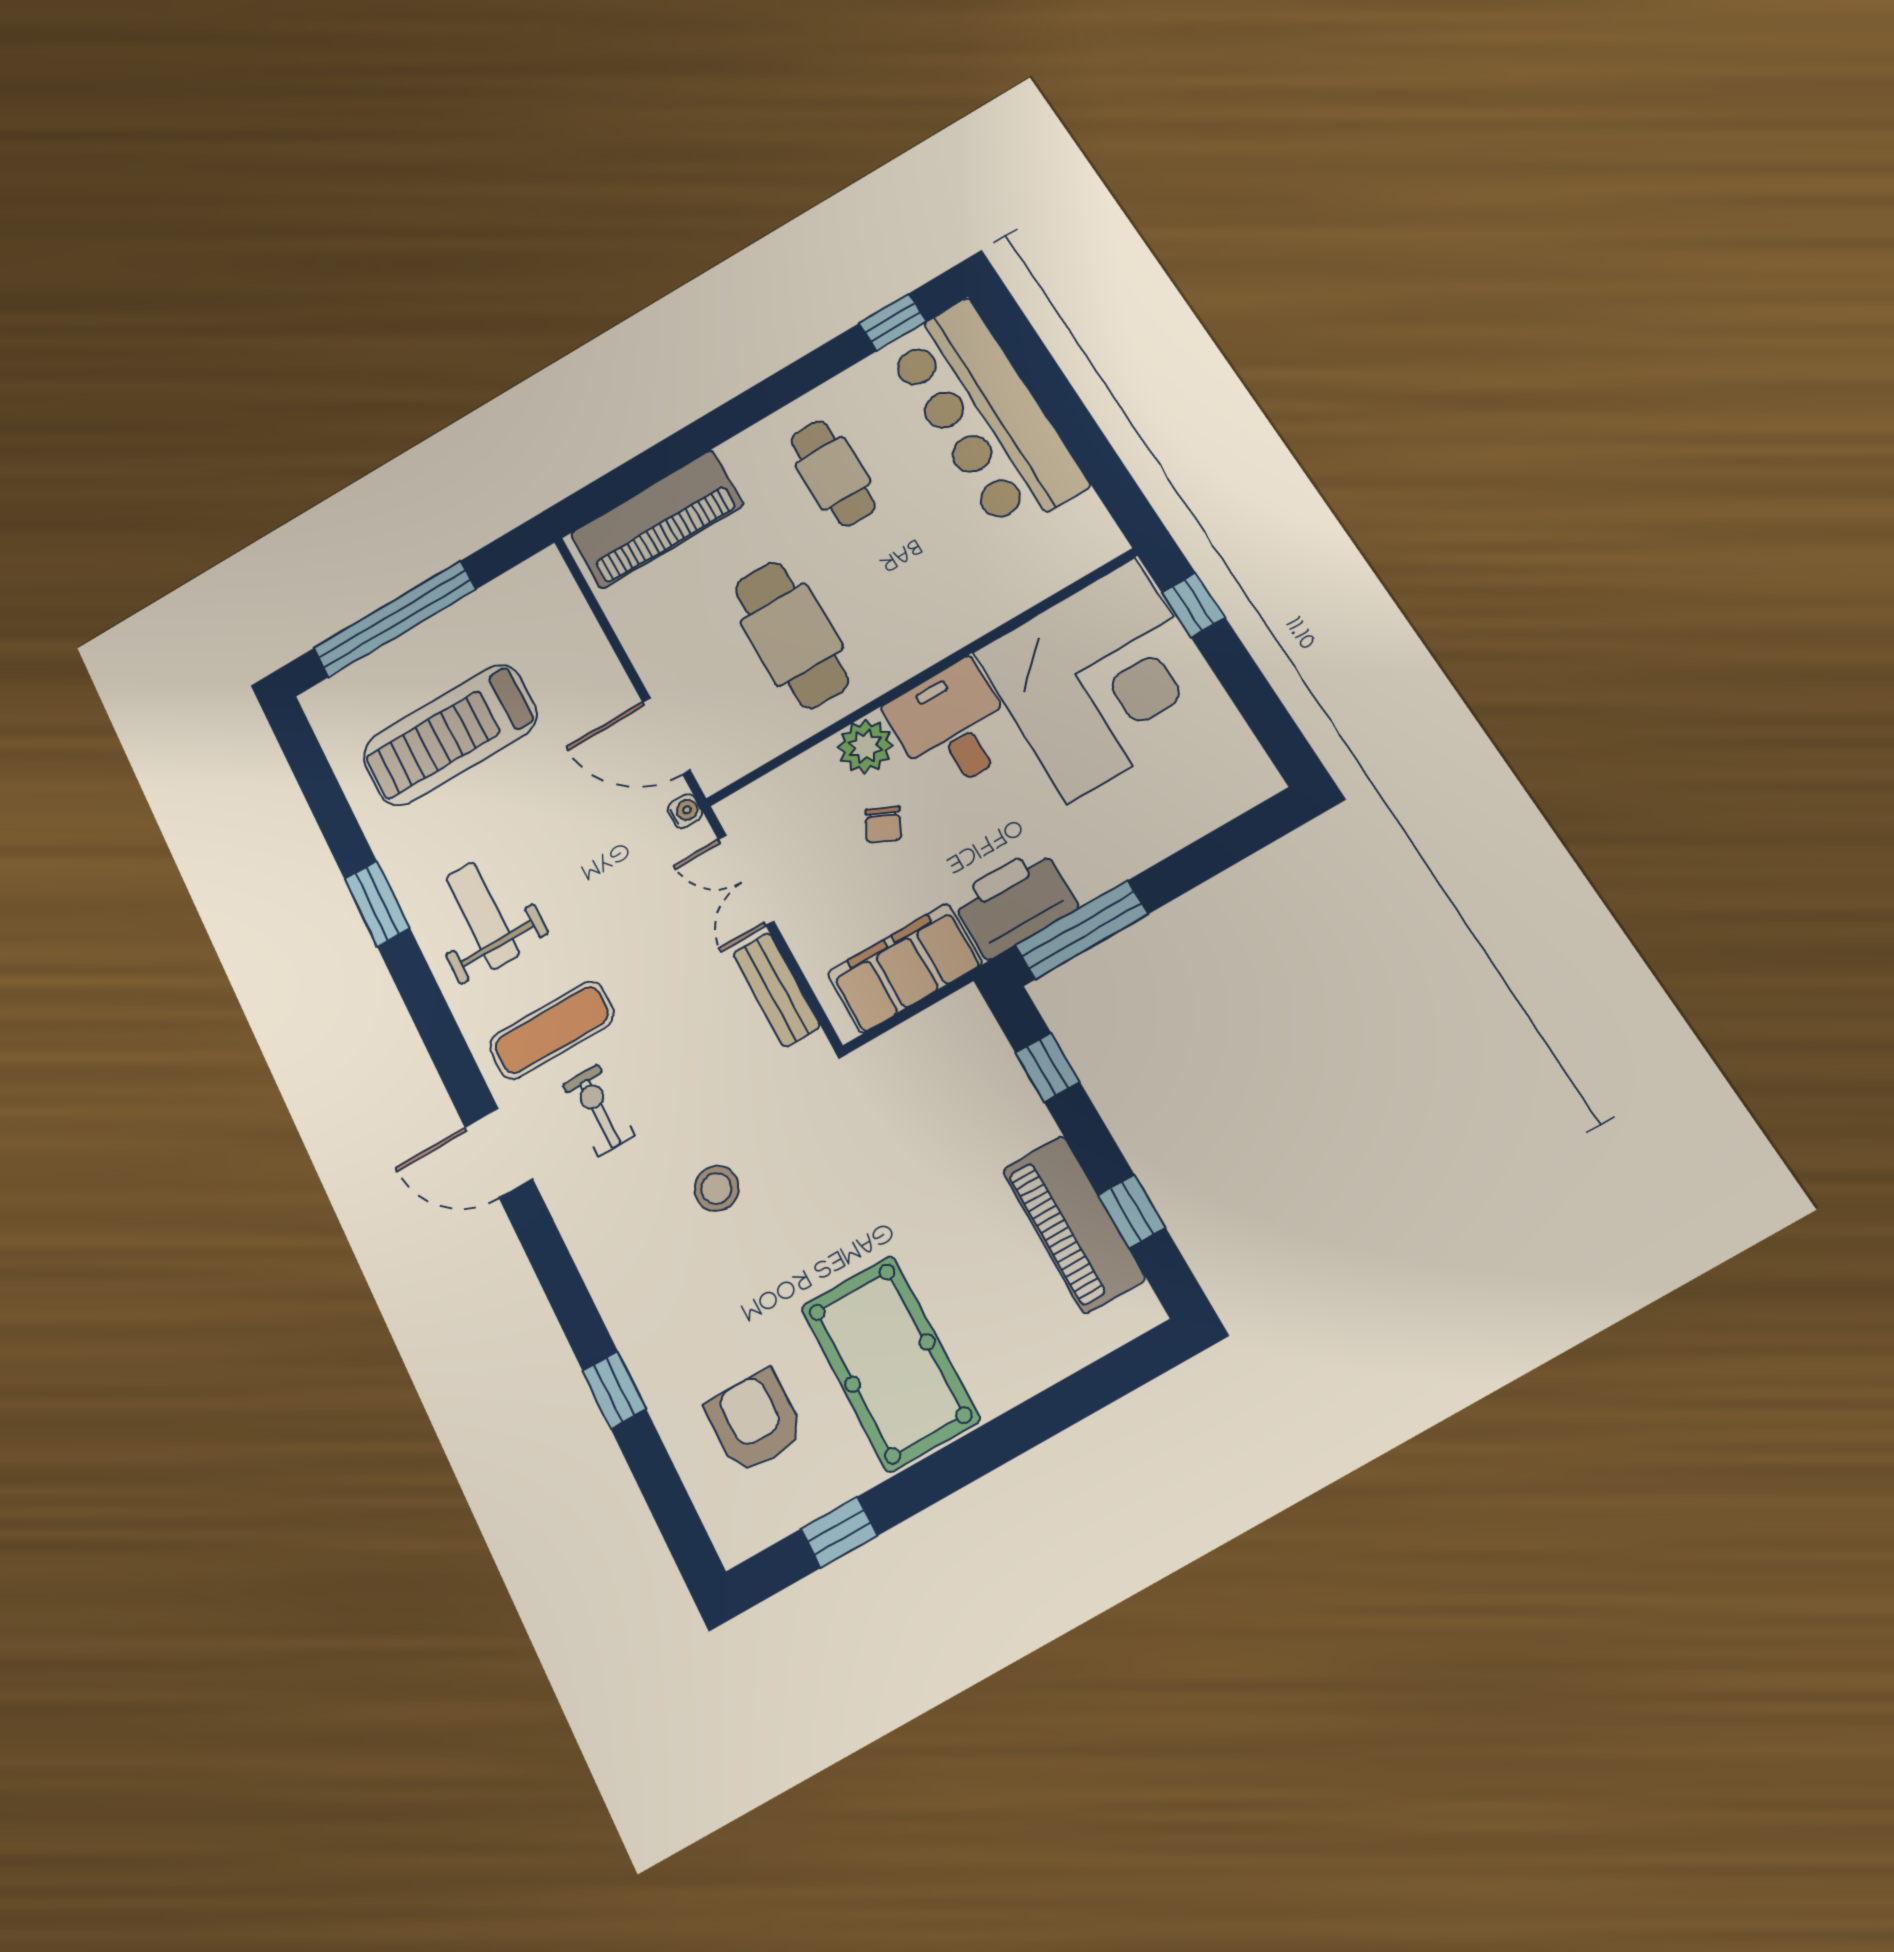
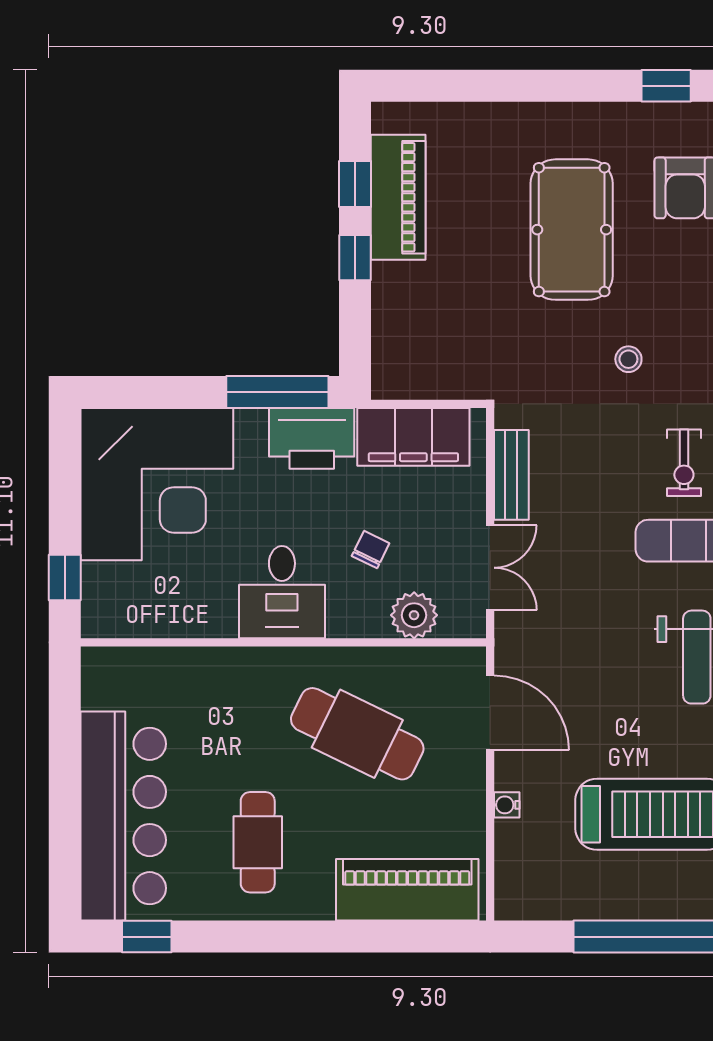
cafe table: (791, 635) -> (357, 734), turned -64
corner desk: (1101, 680) -> (157, 484), moved, turned 180
plant: (865, 746) -> (414, 615), moved
water cooler: (685, 811) -> (507, 805), moved
window: (1047, 1067) -> (355, 258), moved
stool: (716, 1188) -> (628, 359), width x0.73, depth x0.73
pool table: (890, 1363) -> (572, 230), moved

